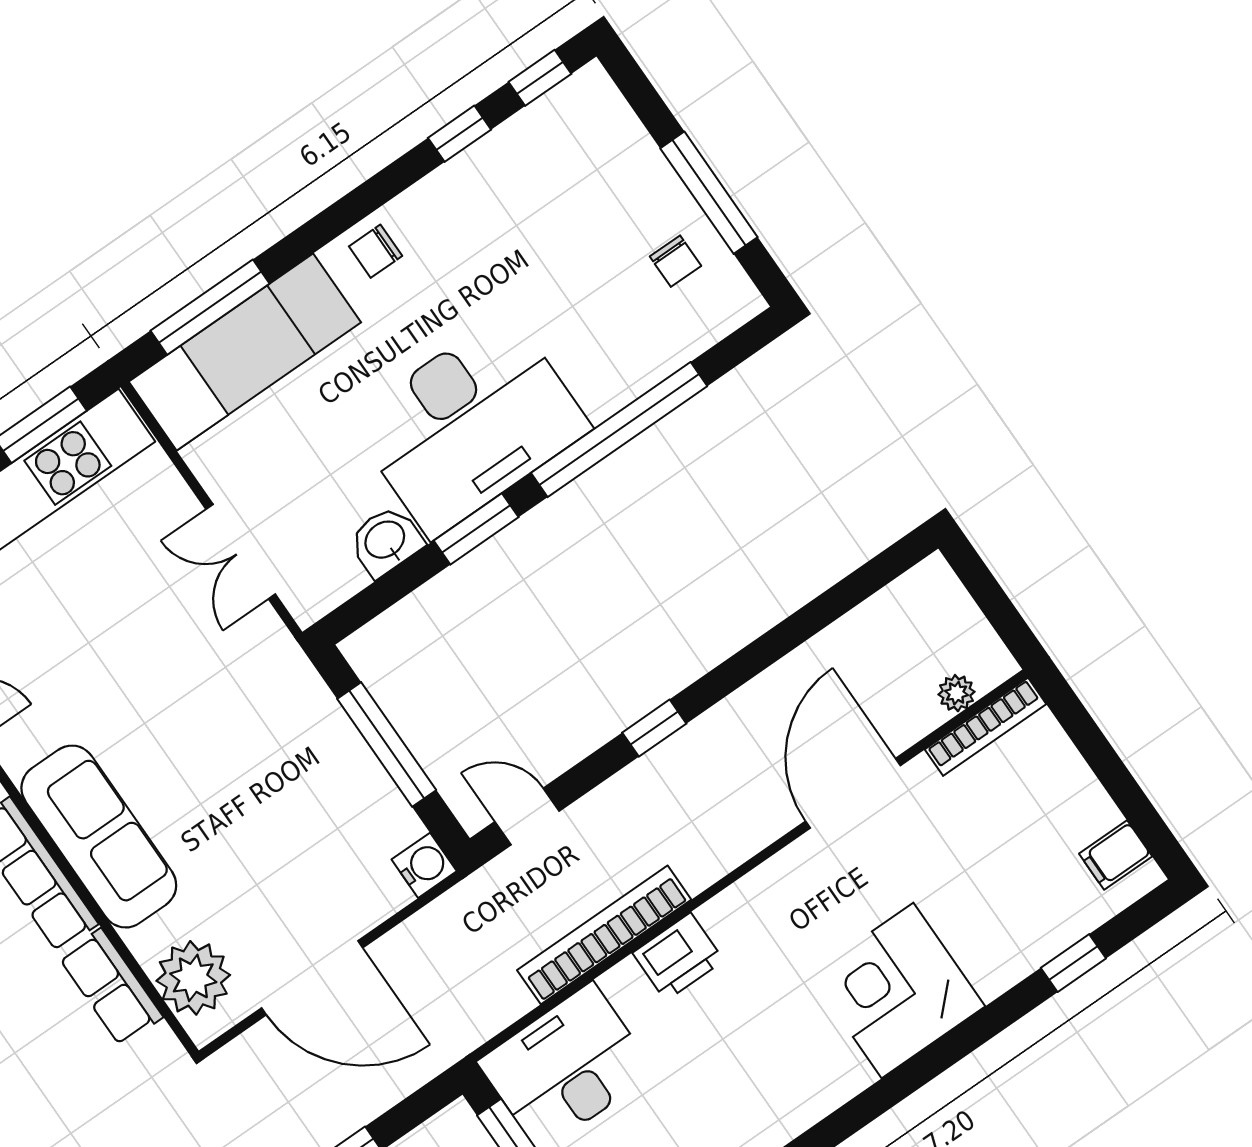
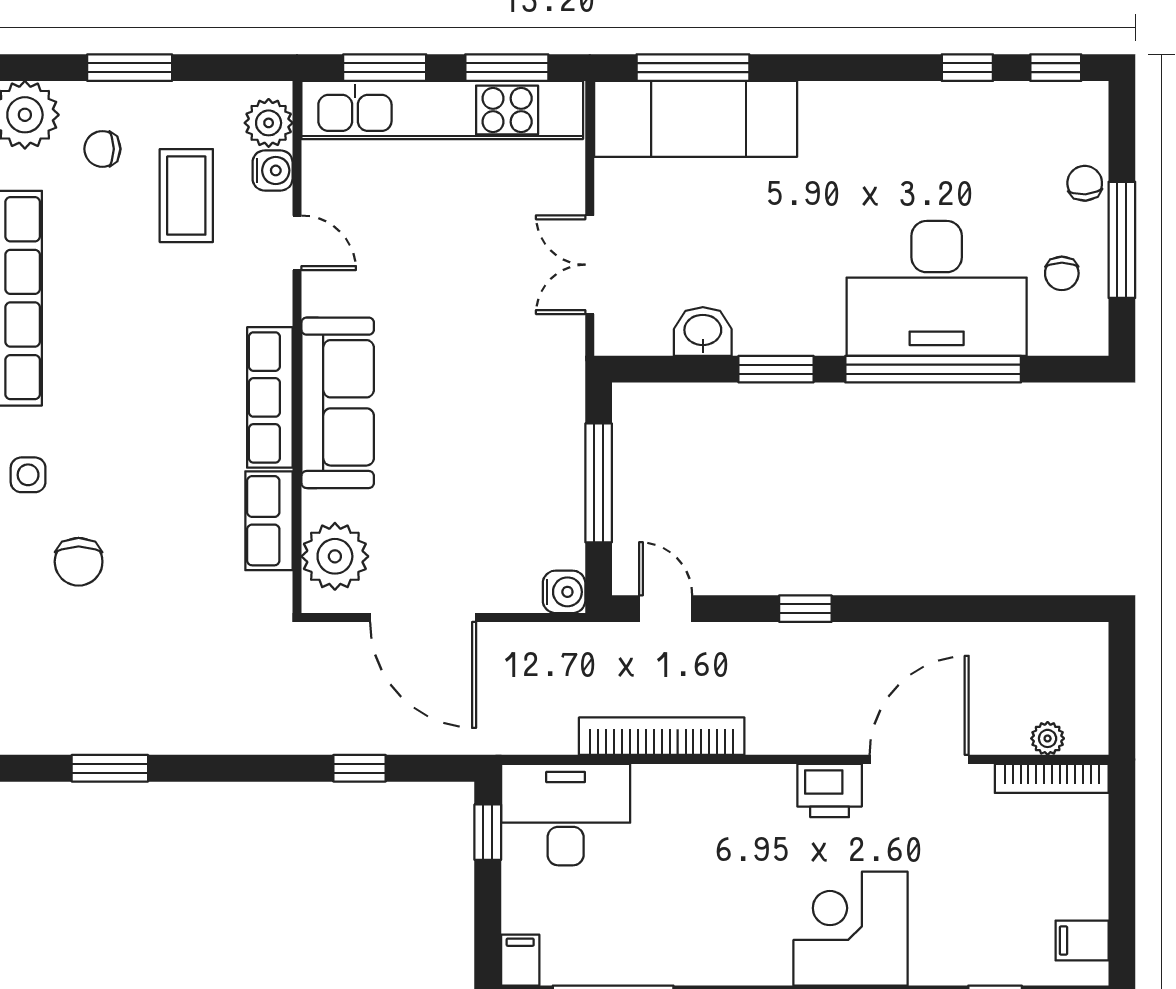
chair: (376, 251) -> (1085, 183), moved, turned 86
desk: (470, 424) -> (937, 288), moved
printer: (678, 957) -> (830, 791), moved

